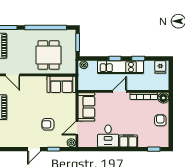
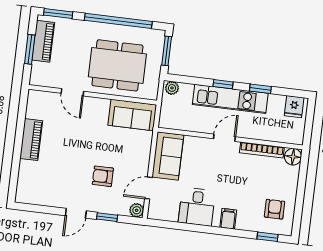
dining table: (48, 55) -> (117, 65), width x1.38
door: (13, 75) -> (72, 92), moved
armchair: (160, 120) -> (275, 209), moved
filing cabinet: (128, 141) -> (228, 219), width x0.50

